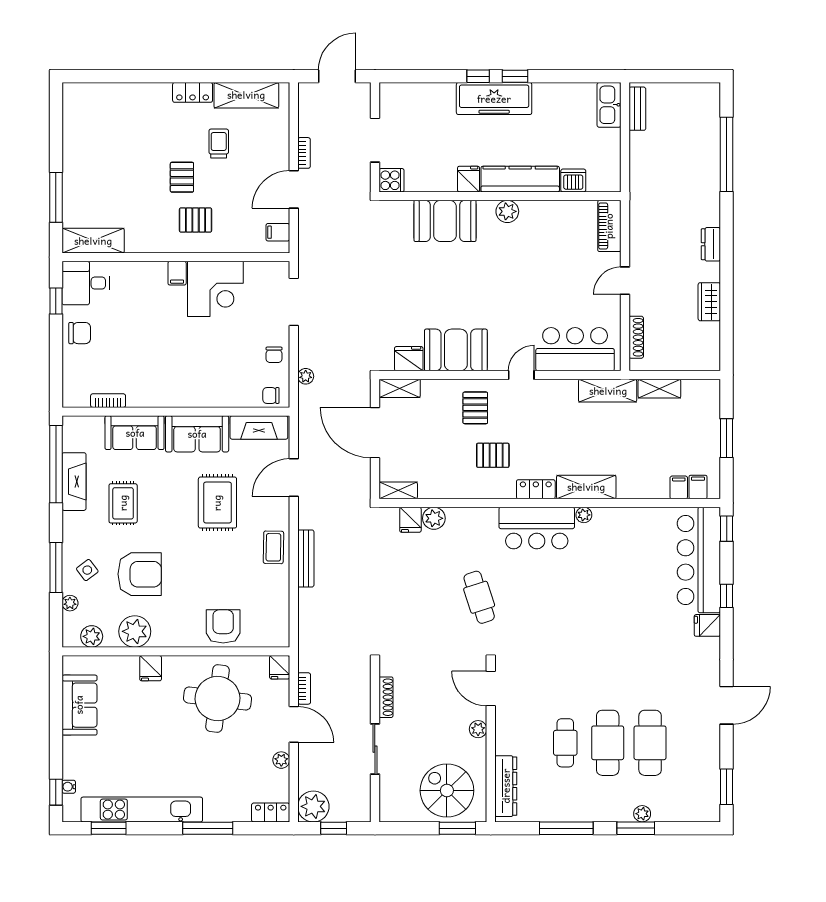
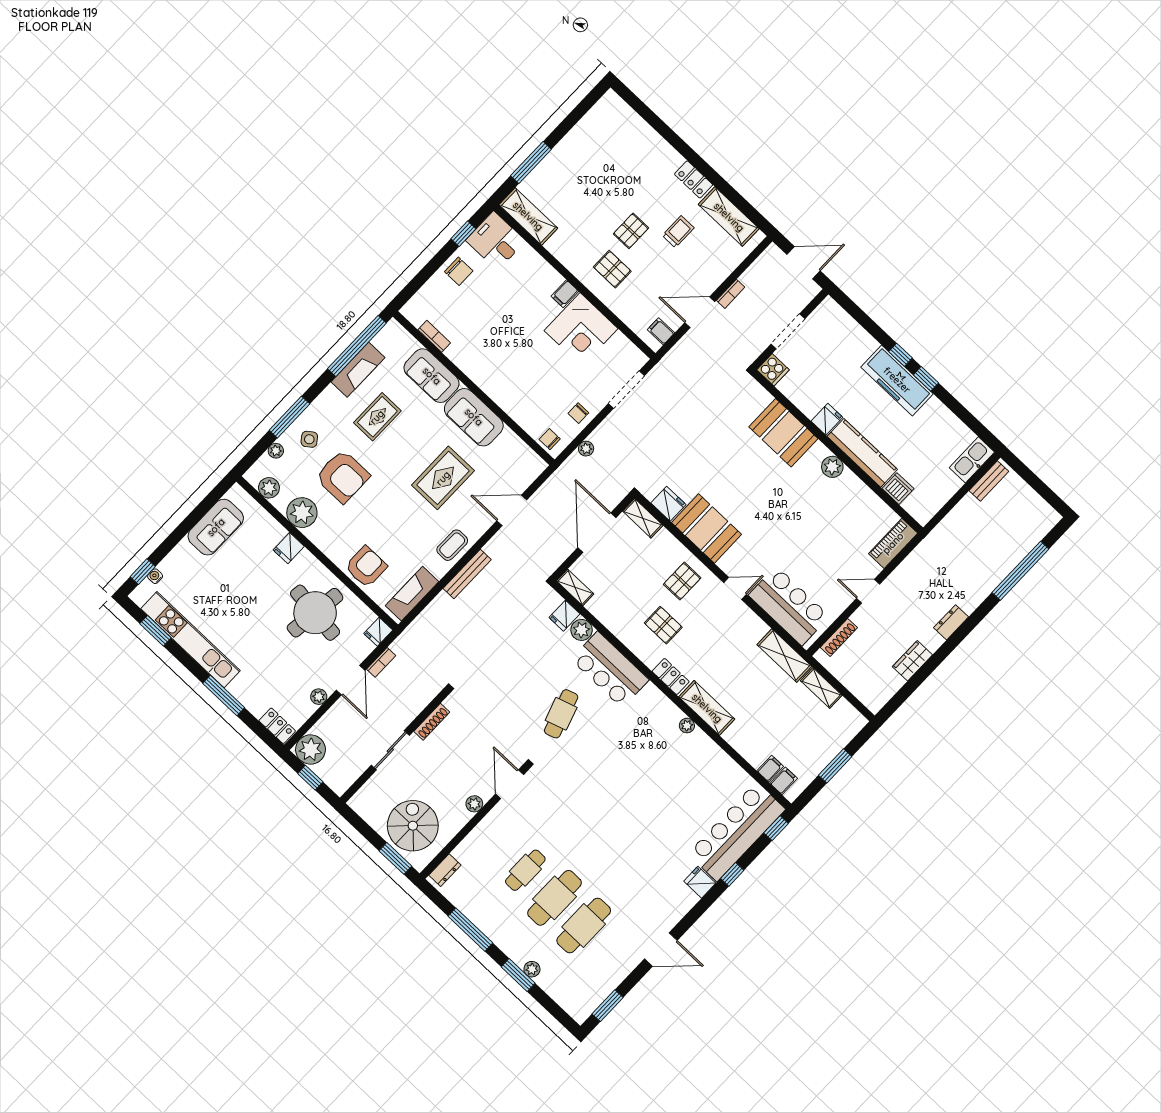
fireplace: (259, 427) -> (412, 594), moved, turned 90
bar counter: (537, 528) -> (610, 670), moved
dresser: (506, 786) -> (445, 870), width x0.51, depth x0.80

